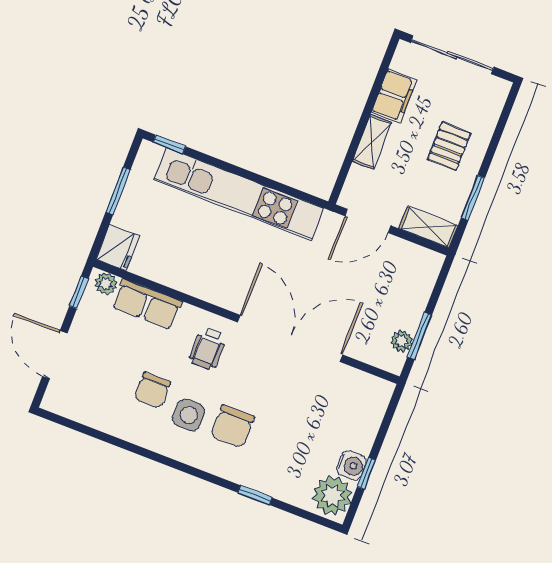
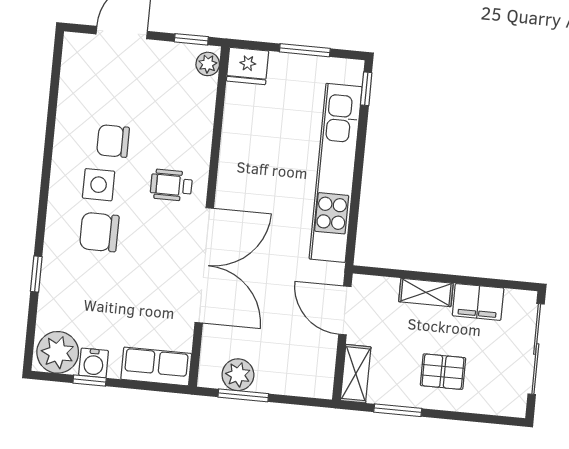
row of seats: (147, 304) -> (156, 366), moved, turned 90
plant: (402, 341) -> (238, 375), width x1.38, depth x1.38

